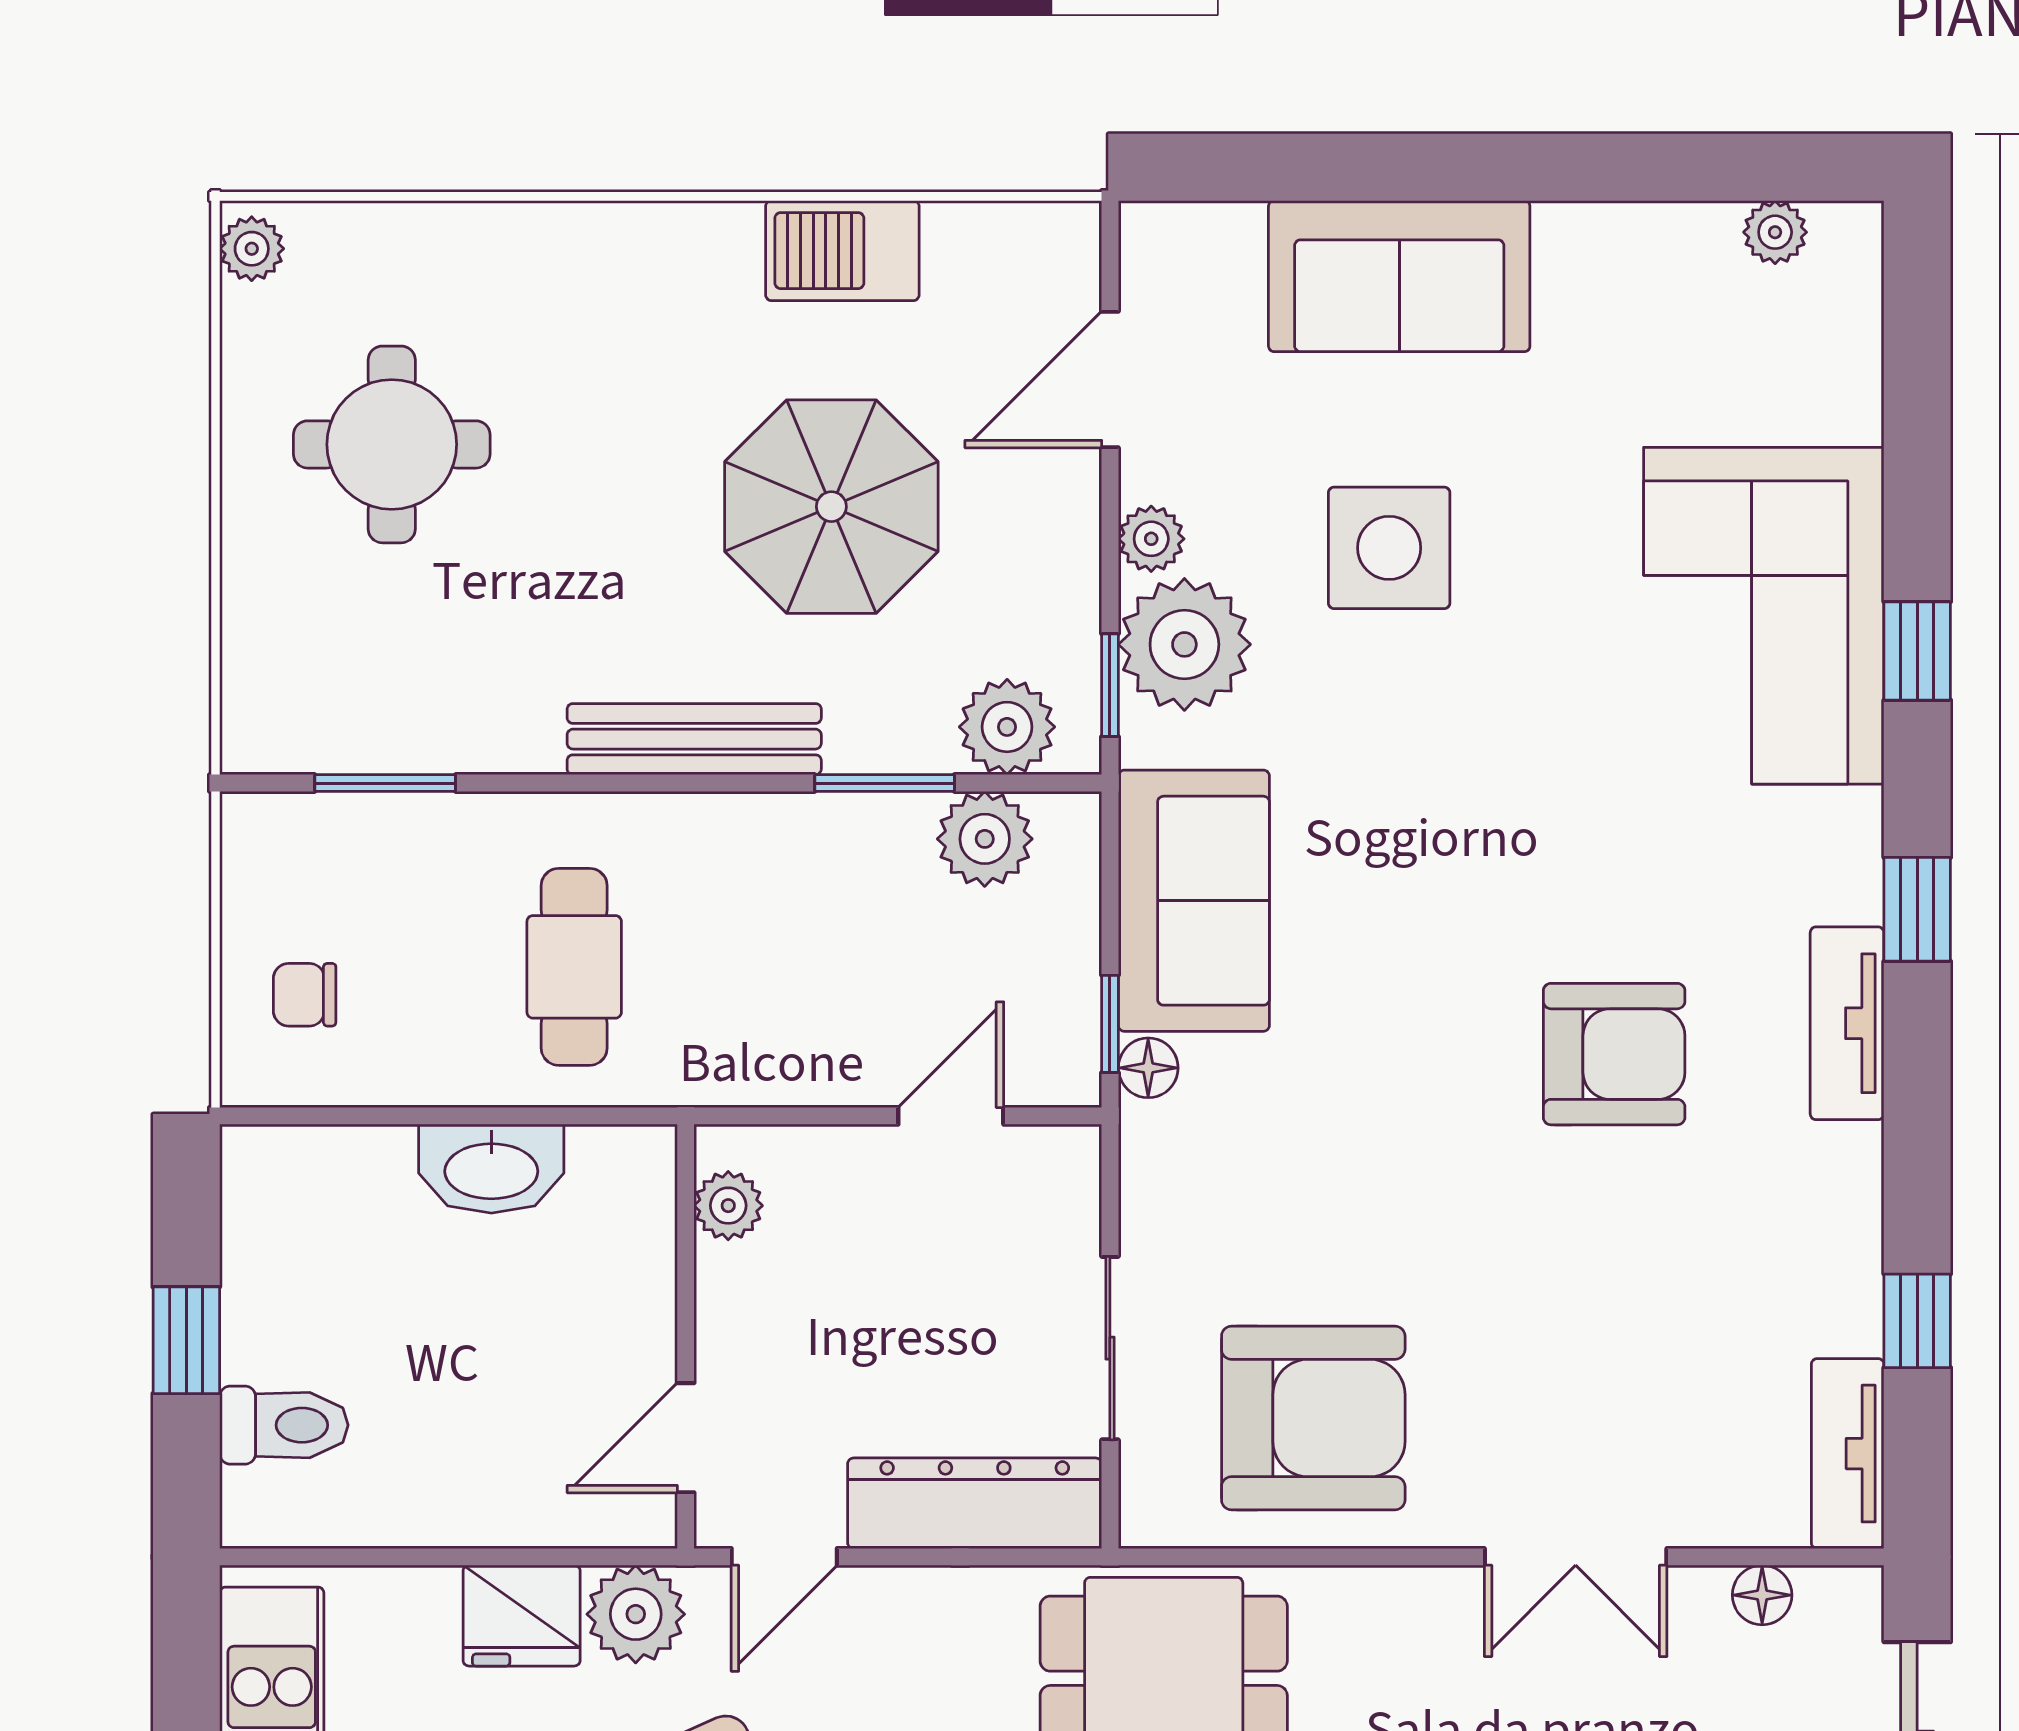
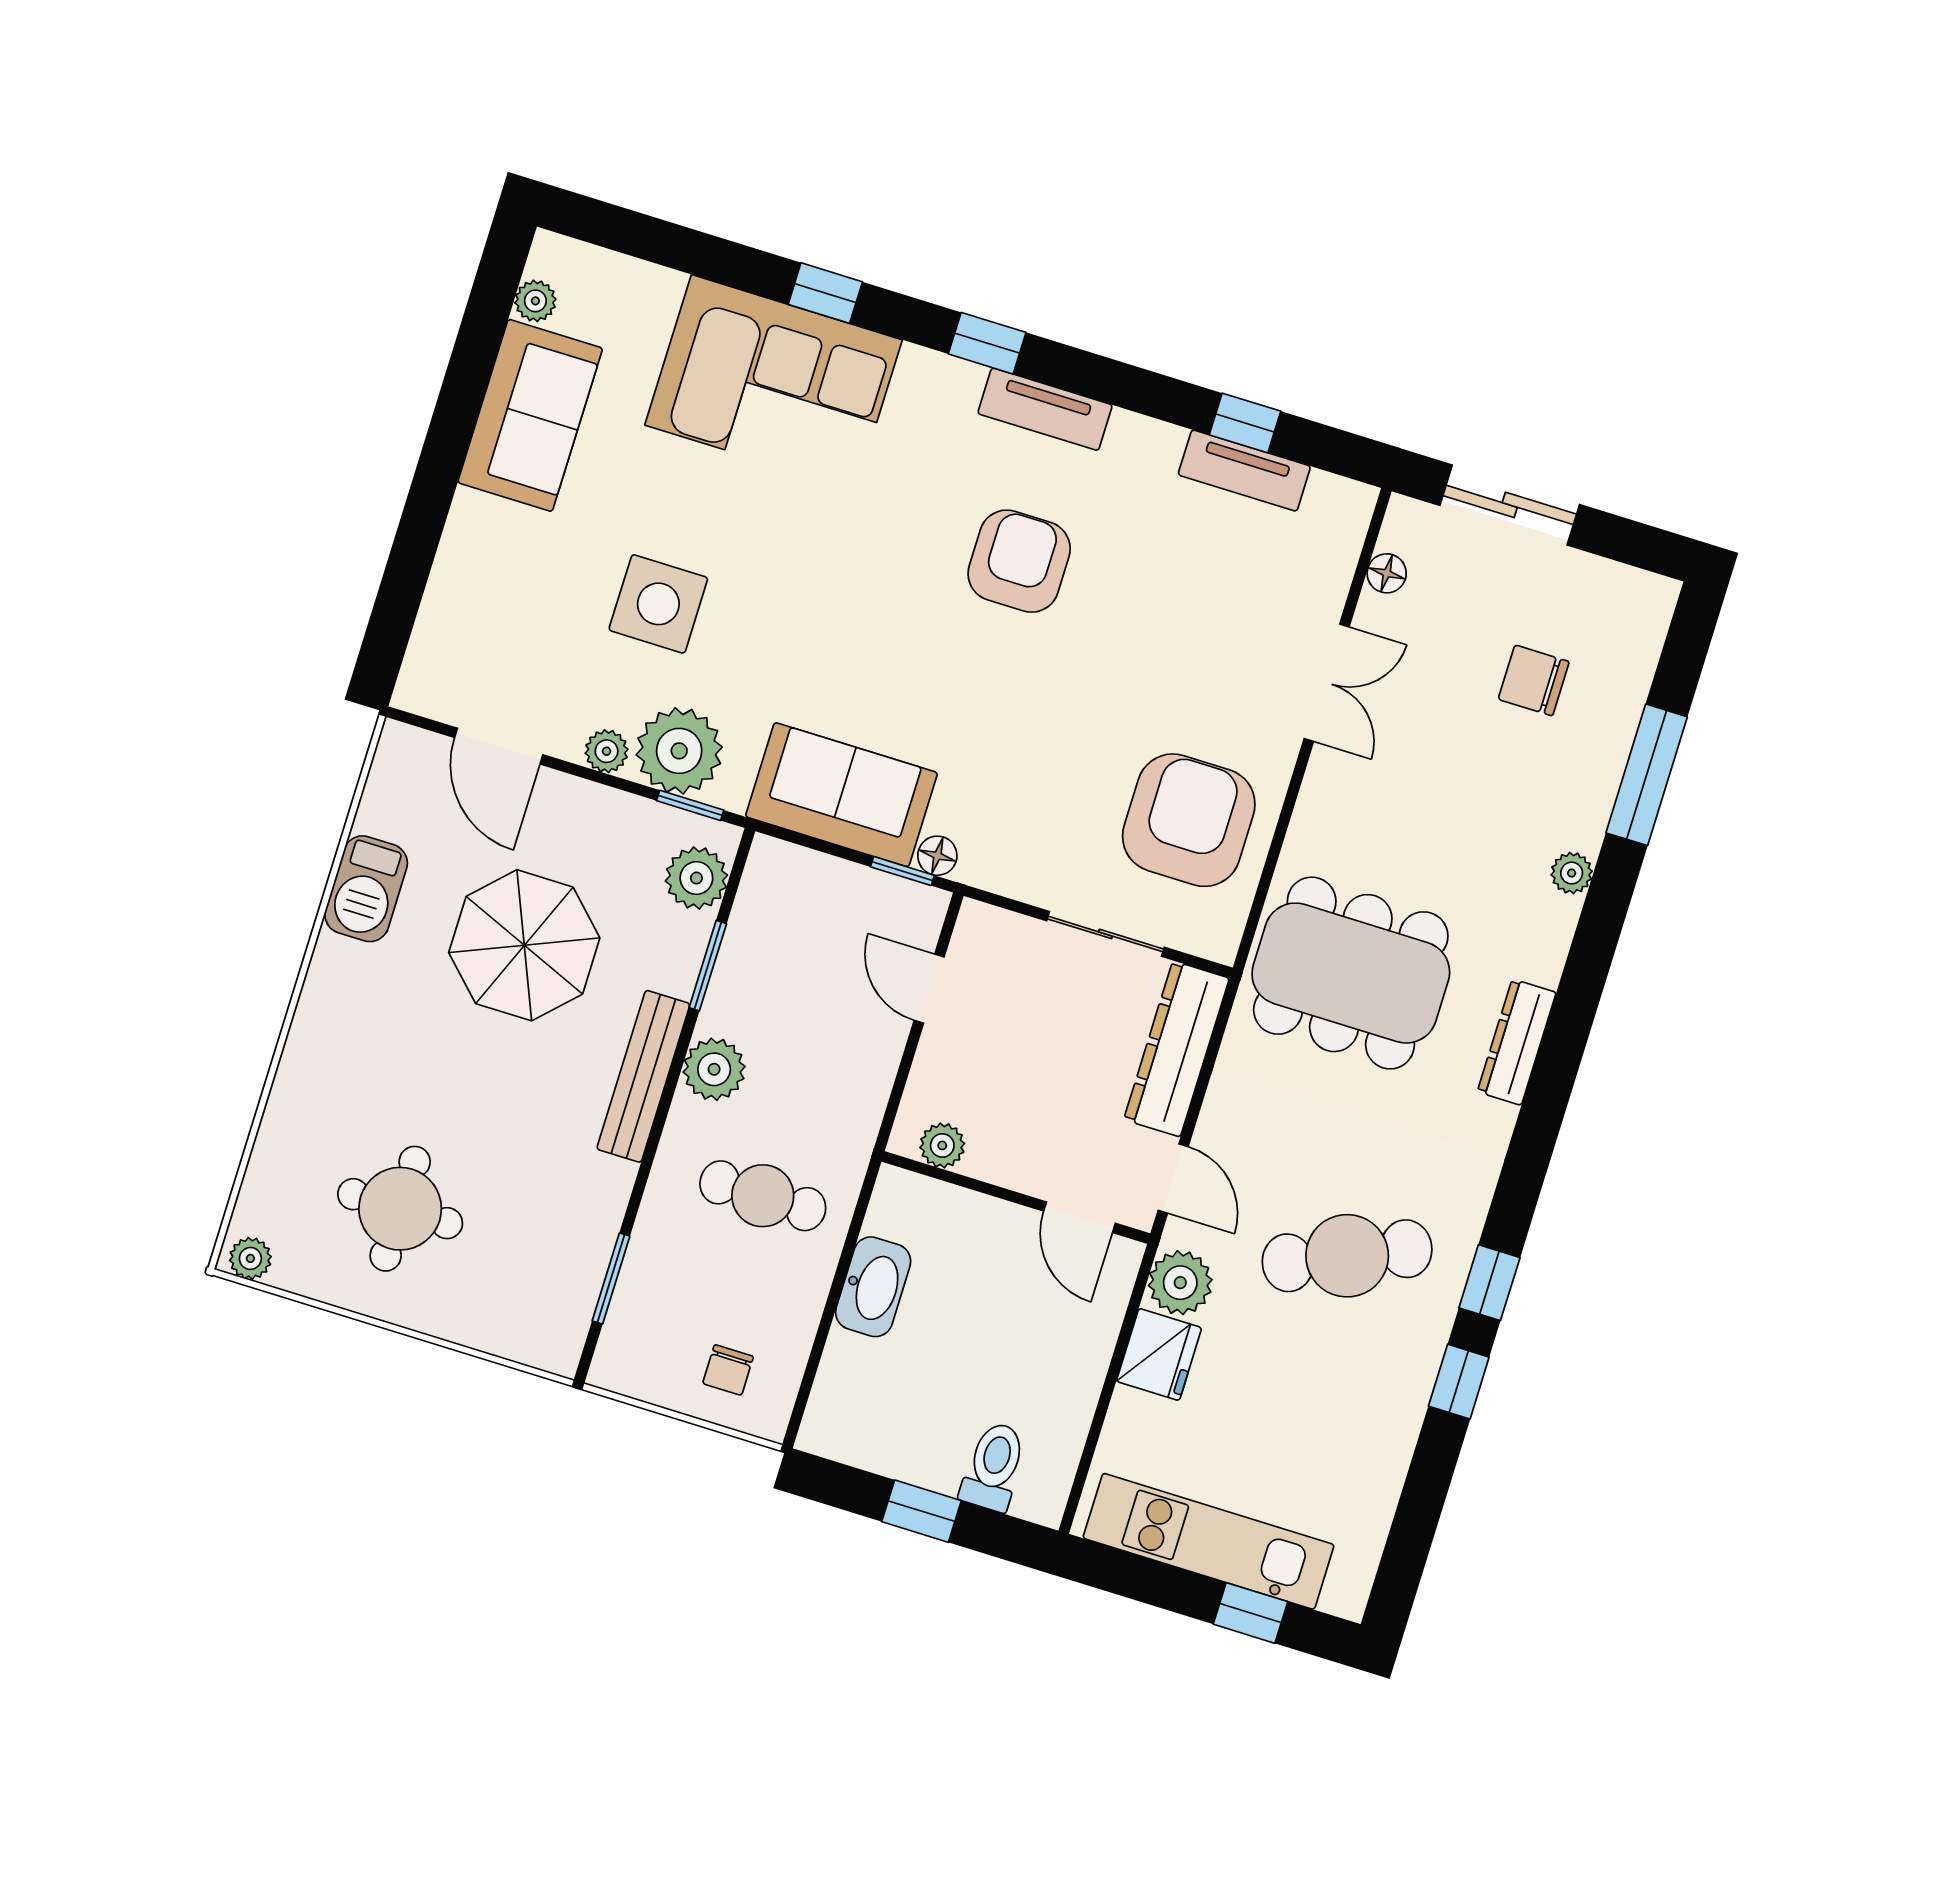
sofa: (1399, 276) -> (530, 415), moved
plant: (985, 839) -> (714, 1069), moved
tv unit: (1848, 1454) -> (1244, 471), moved

